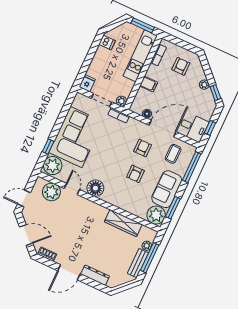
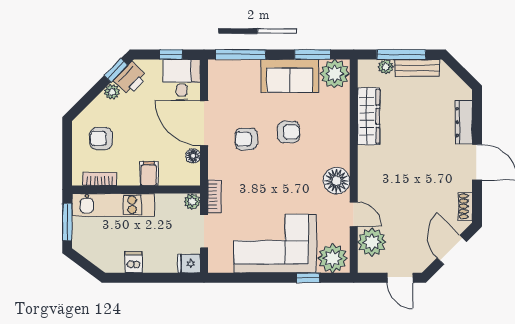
dishwasher: (107, 42) -> (134, 262), moved
printer: (207, 99) -> (131, 78), added
coffee table: (173, 154) -> (234, 90), removed
door: (72, 189) -> (354, 214), swing flipped

